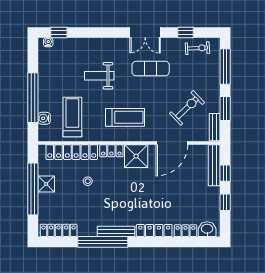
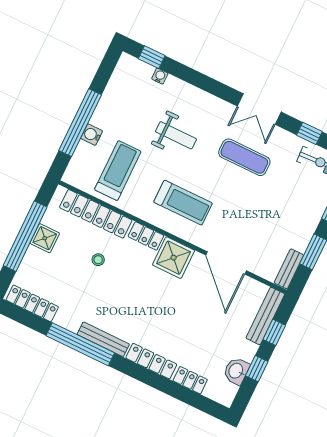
water cooler: (48, 42) -> (160, 76), moved
weight bench: (99, 76) -> (176, 135), turned 180
exercise bike: (187, 108) -> (266, 228), removed
water cooler: (44, 118) -> (92, 135), moved
door: (172, 143) -> (226, 263), hinge flipped
washbasin: (207, 229) -> (236, 371), moved, turned -90

